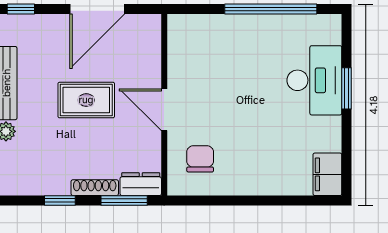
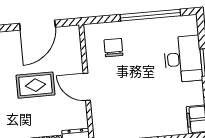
chair: (200, 159) -> (113, 48), moved

